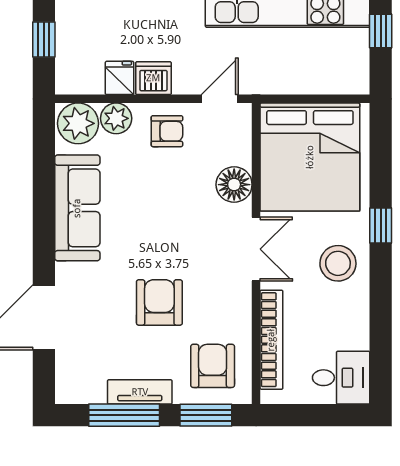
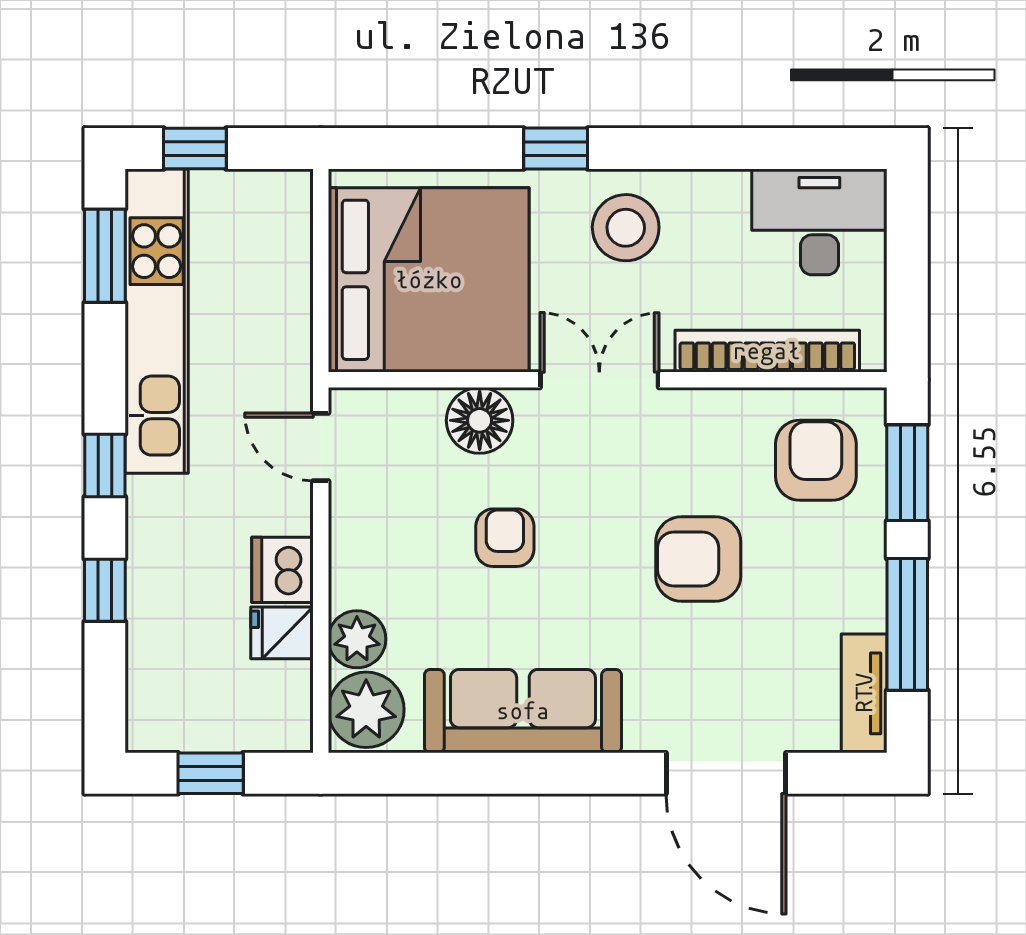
armchair: (167, 131) -> (505, 538), moved
armchair: (213, 366) -> (816, 460), turned 90
desk: (341, 378) -> (819, 222), width x1.37
tv unit: (140, 392) -> (864, 693), moved

